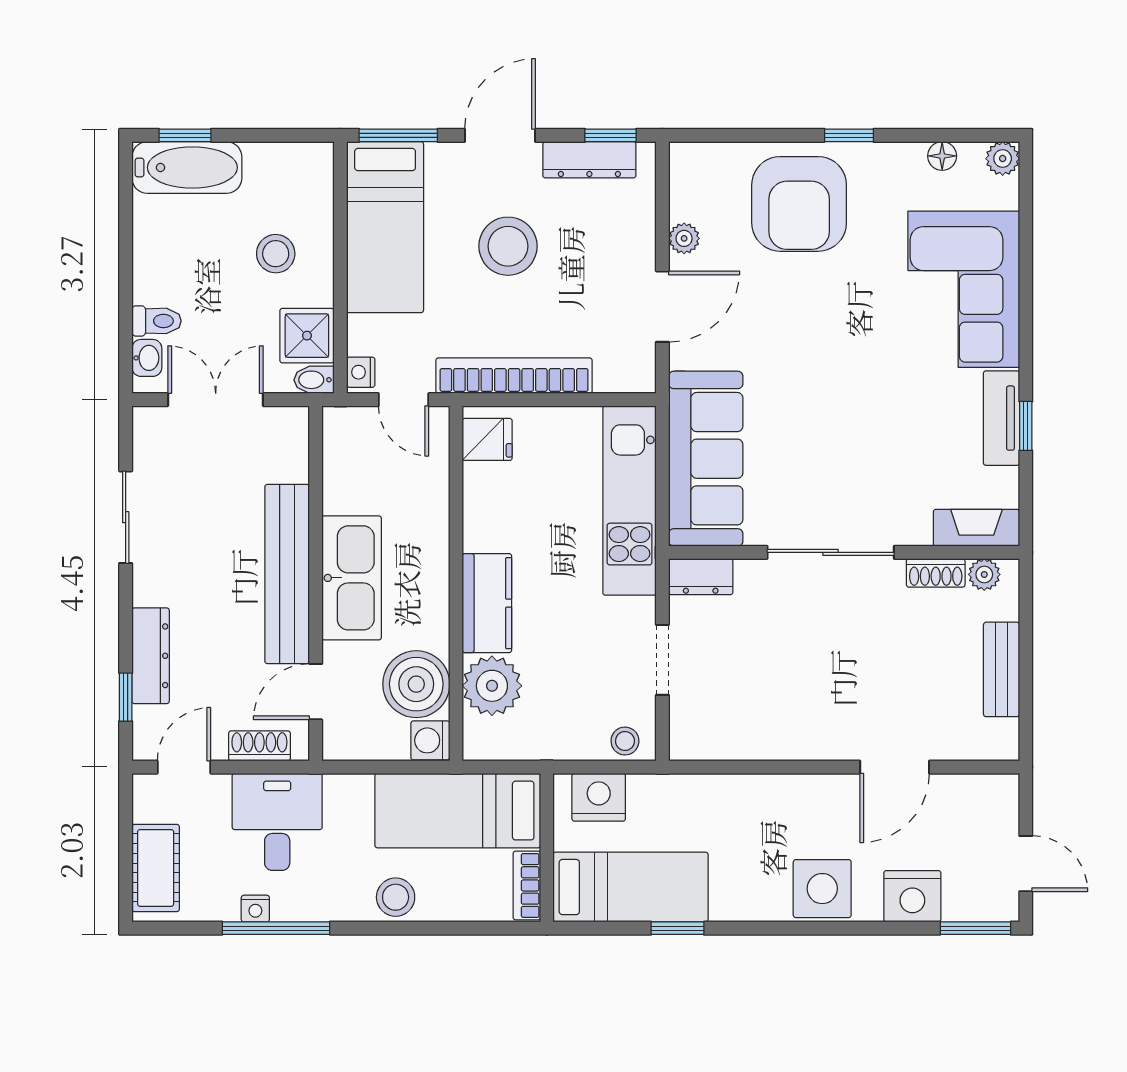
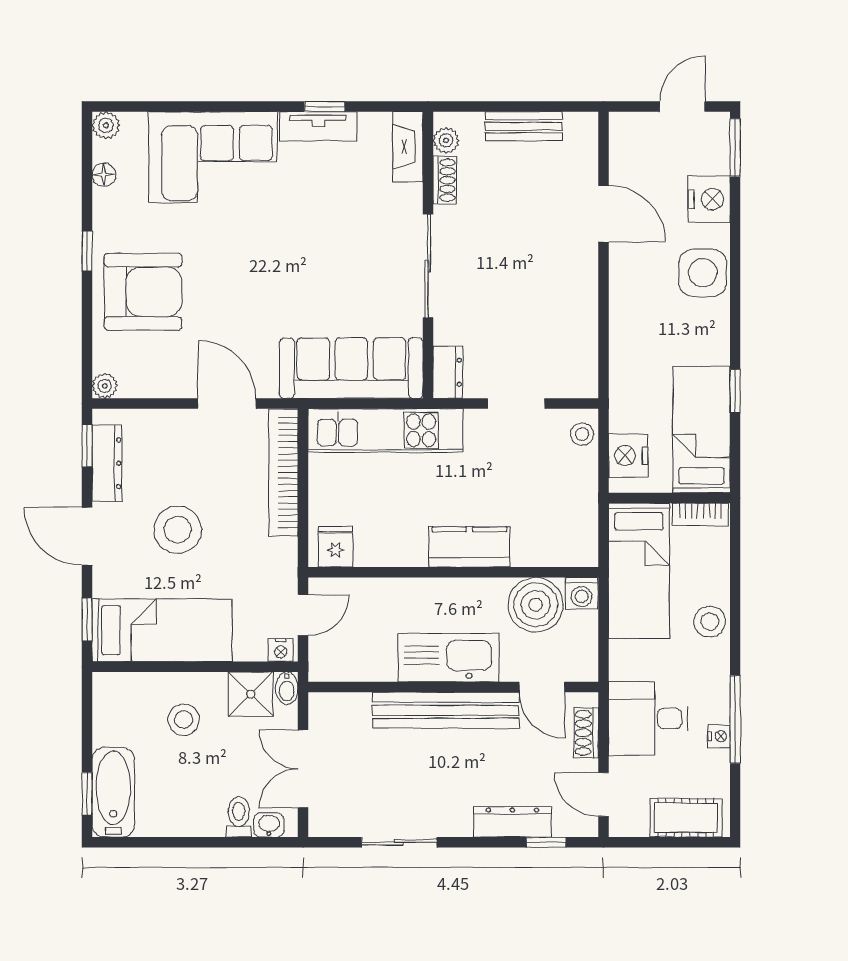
window: (398, 135) -> (87, 619), width x0.67
plant: (684, 238) -> (105, 386), moved
bookcase: (514, 376) -> (283, 472), moved
plant: (492, 686) -> (537, 543), removed

